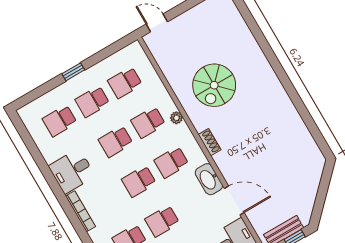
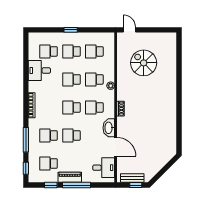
spiral stairs: (214, 85) -> (144, 63), moved, turned 90
desk: (72, 171) -> (39, 71), moved

